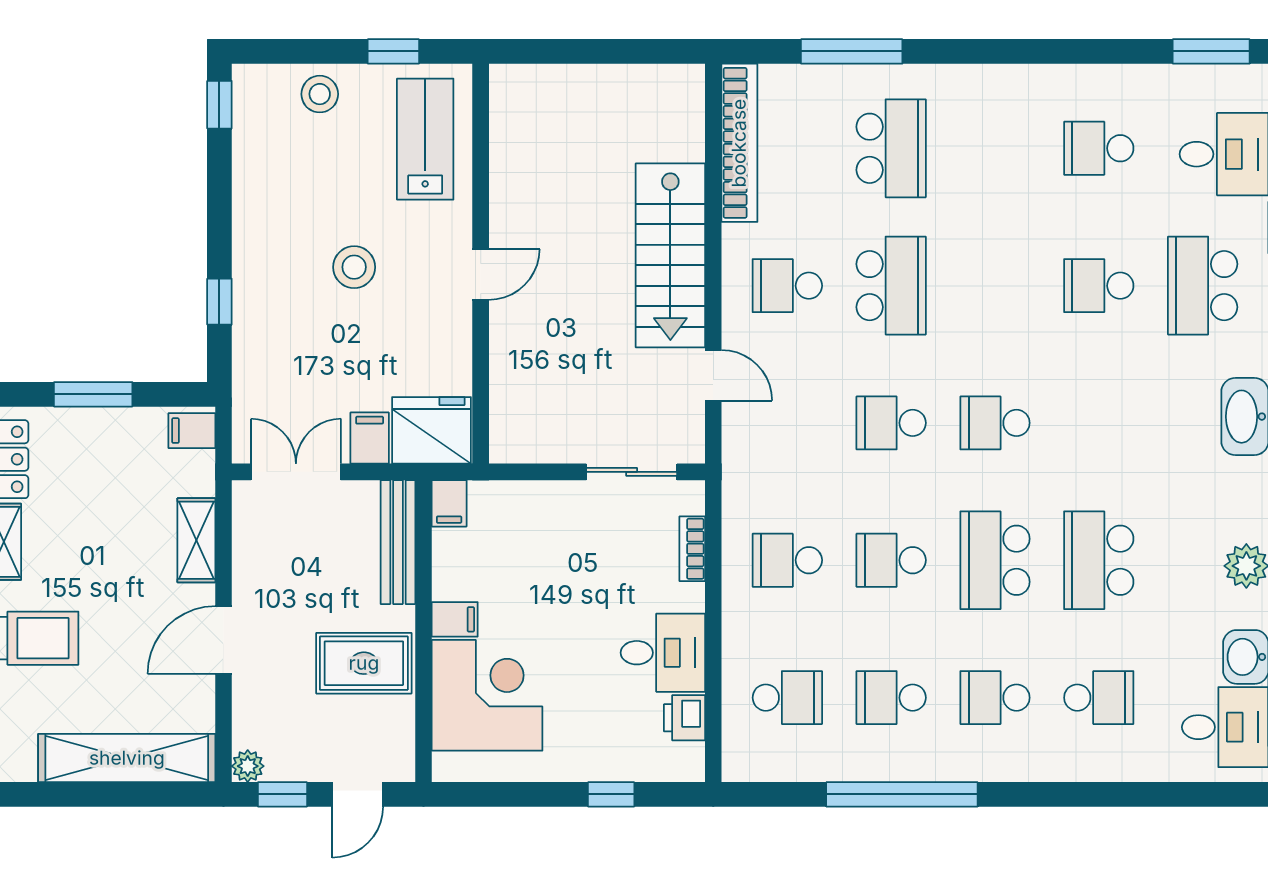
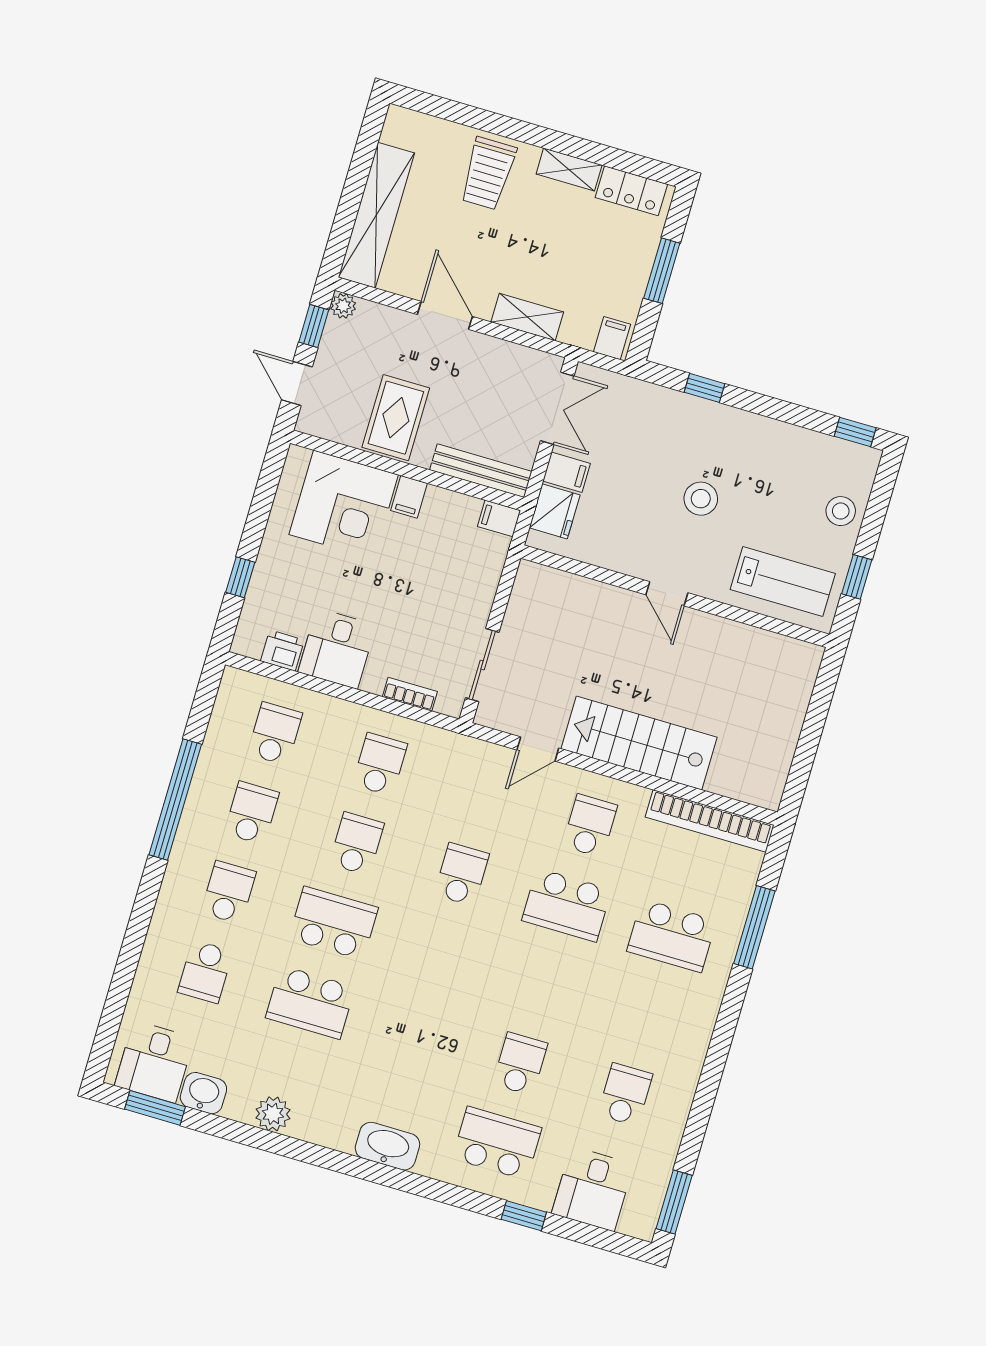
school desk: (995, 423) -> (438, 954), removed
fridge: (431, 430) -> (555, 511), width x0.73, depth x0.75
school desk: (1099, 560) -> (310, 1002), turned 180
school desk: (787, 698) -> (275, 734), turned 180

